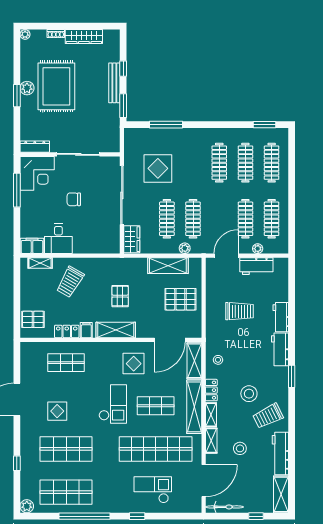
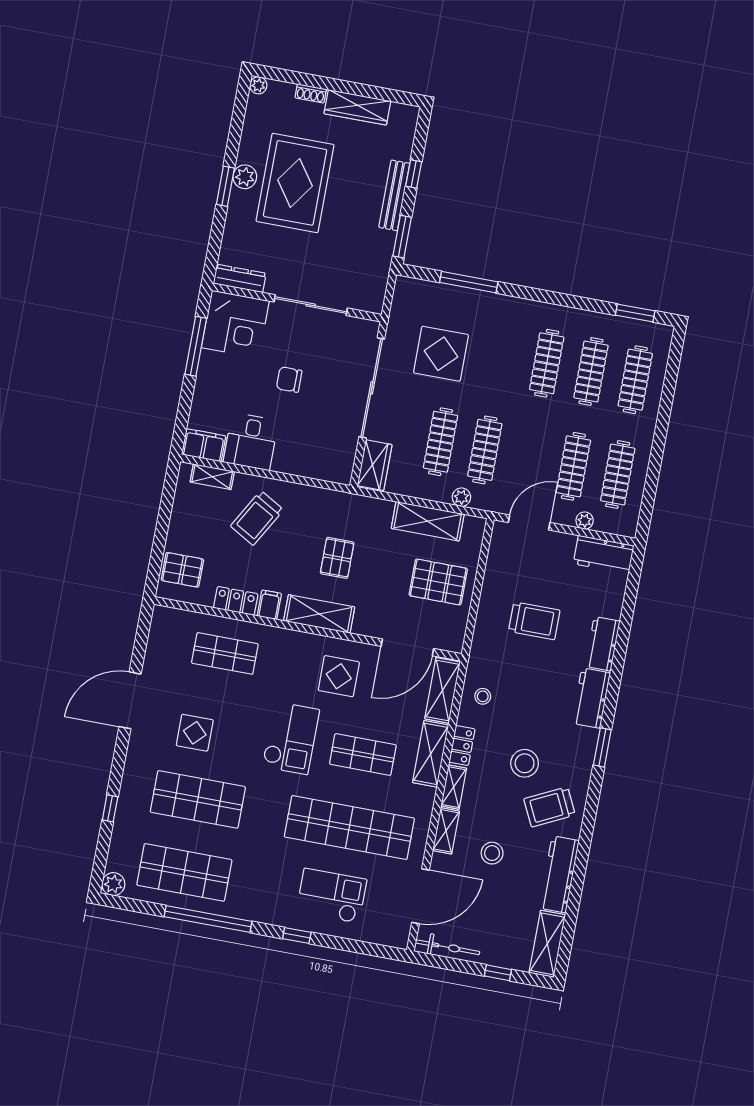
workbench: (256, 266) -> (604, 555), moved
shelving: (194, 407) -> (431, 754), width x0.68

